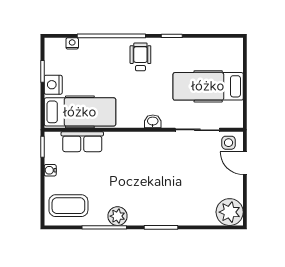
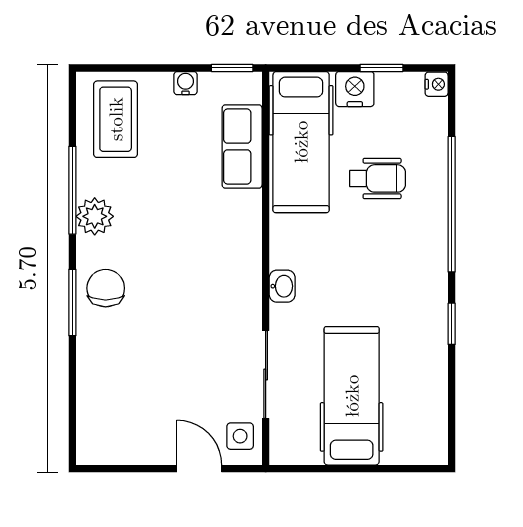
nightstand: (72, 43) -> (437, 84), moved
wheelchair: (140, 57) -> (378, 178), moved
door: (245, 163) -> (199, 469), hinge flipped
chair: (154, 211) -> (106, 288), added
plant: (230, 212) -> (103, 438), removed

